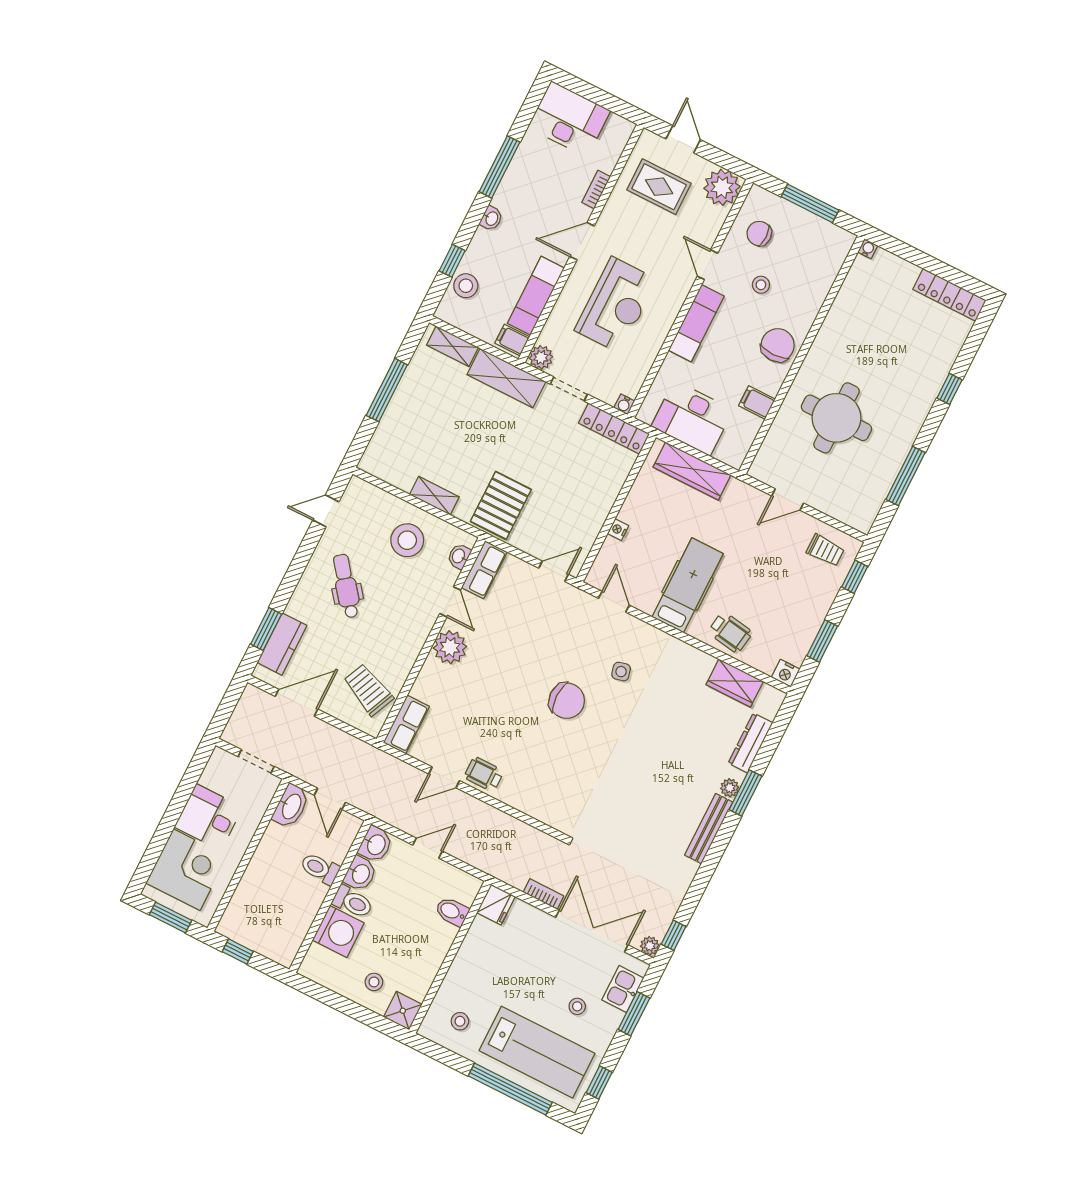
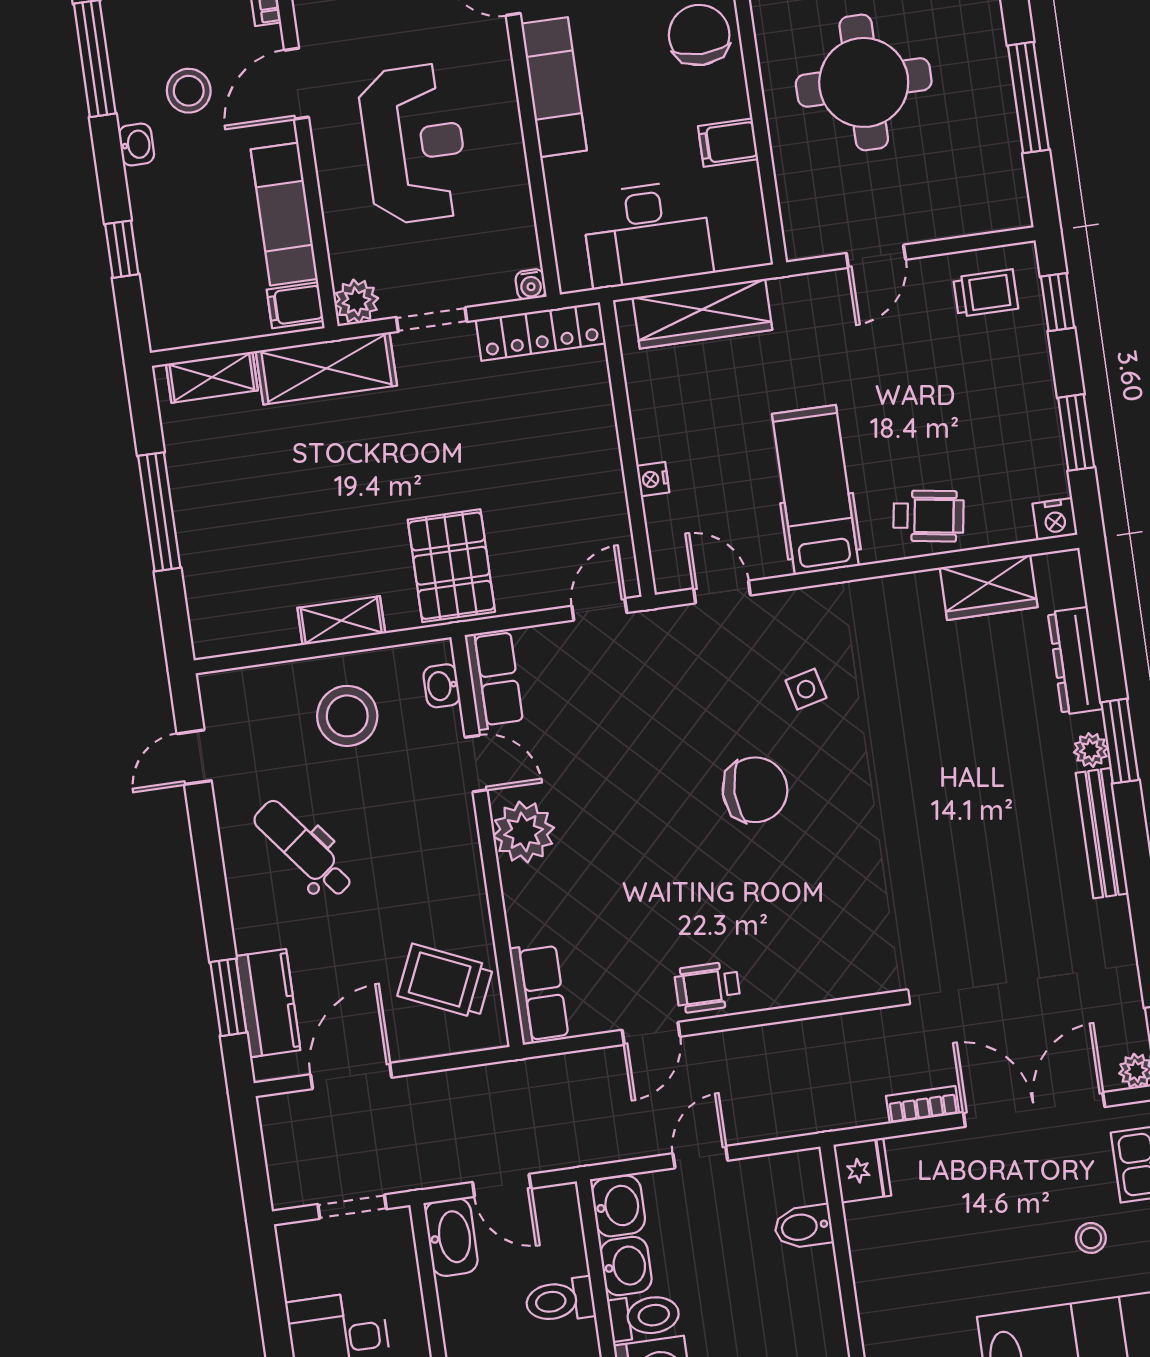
stool: (466, 286) -> (189, 91), moved

